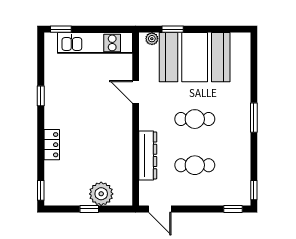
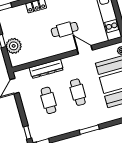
door: (136, 92) -> (85, 50), hinge flipped
cafe table: (98, 113) -> (65, 30), added

